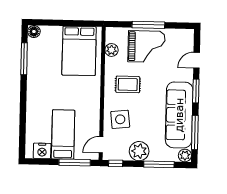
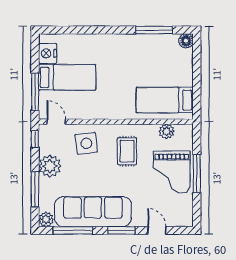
bed: (79, 51) -> (165, 100), width x0.67

